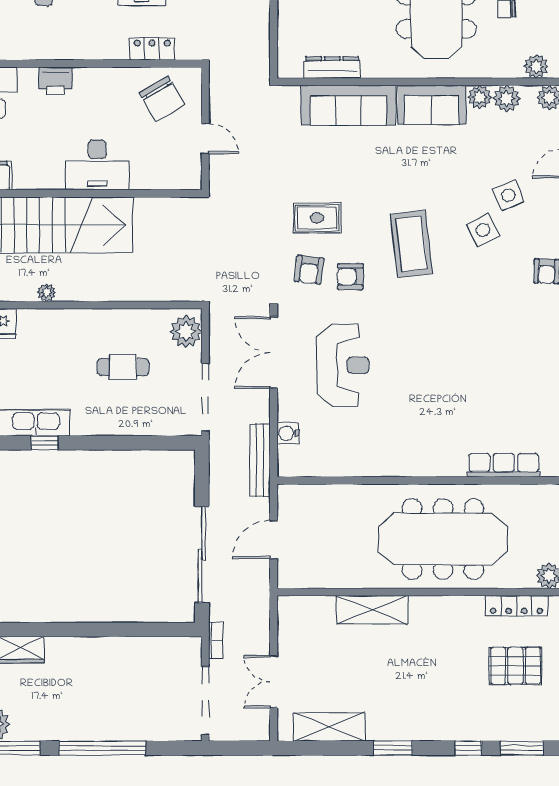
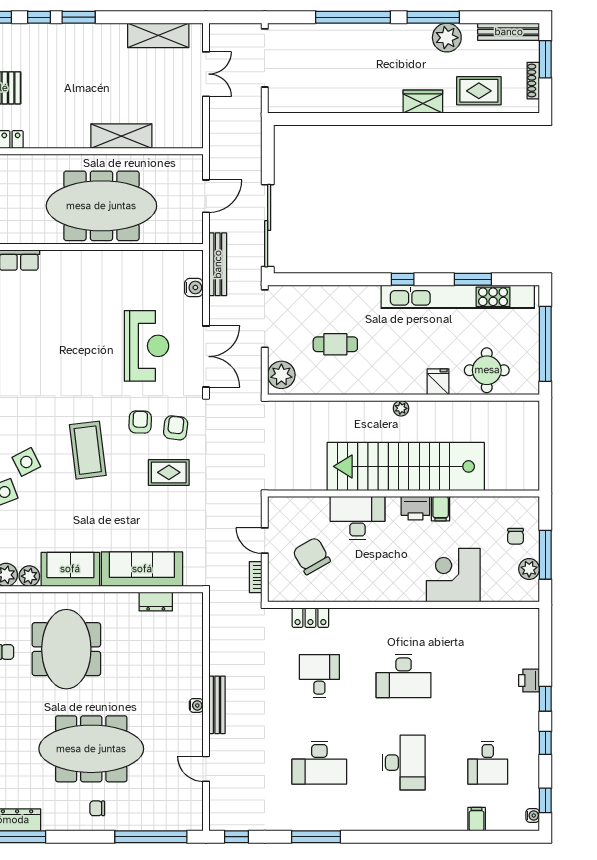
dresser: (332, 67) -> (156, 602), width x0.70
printer: (56, 81) -> (415, 508), moved, turned 180
chair: (162, 99) -> (311, 556), moved
armchair: (350, 277) -> (140, 422), turned -88
reception desk: (343, 365) -> (146, 346), turned 180
meeting table: (443, 539) -> (101, 206), moved
sliding door: (202, 555) -> (268, 226), moved
bookcase: (216, 640) -> (256, 577), moved
window: (393, 748) -> (79, 17), moved

